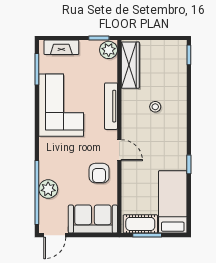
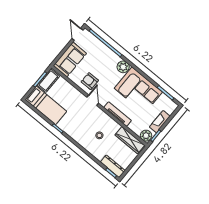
fireplace: (61, 47) -> (160, 122), moved
dresser: (179, 59) -> (113, 166), added
door: (119, 150) -> (93, 100), swing flipped
plant: (48, 189) -> (123, 67), moved

